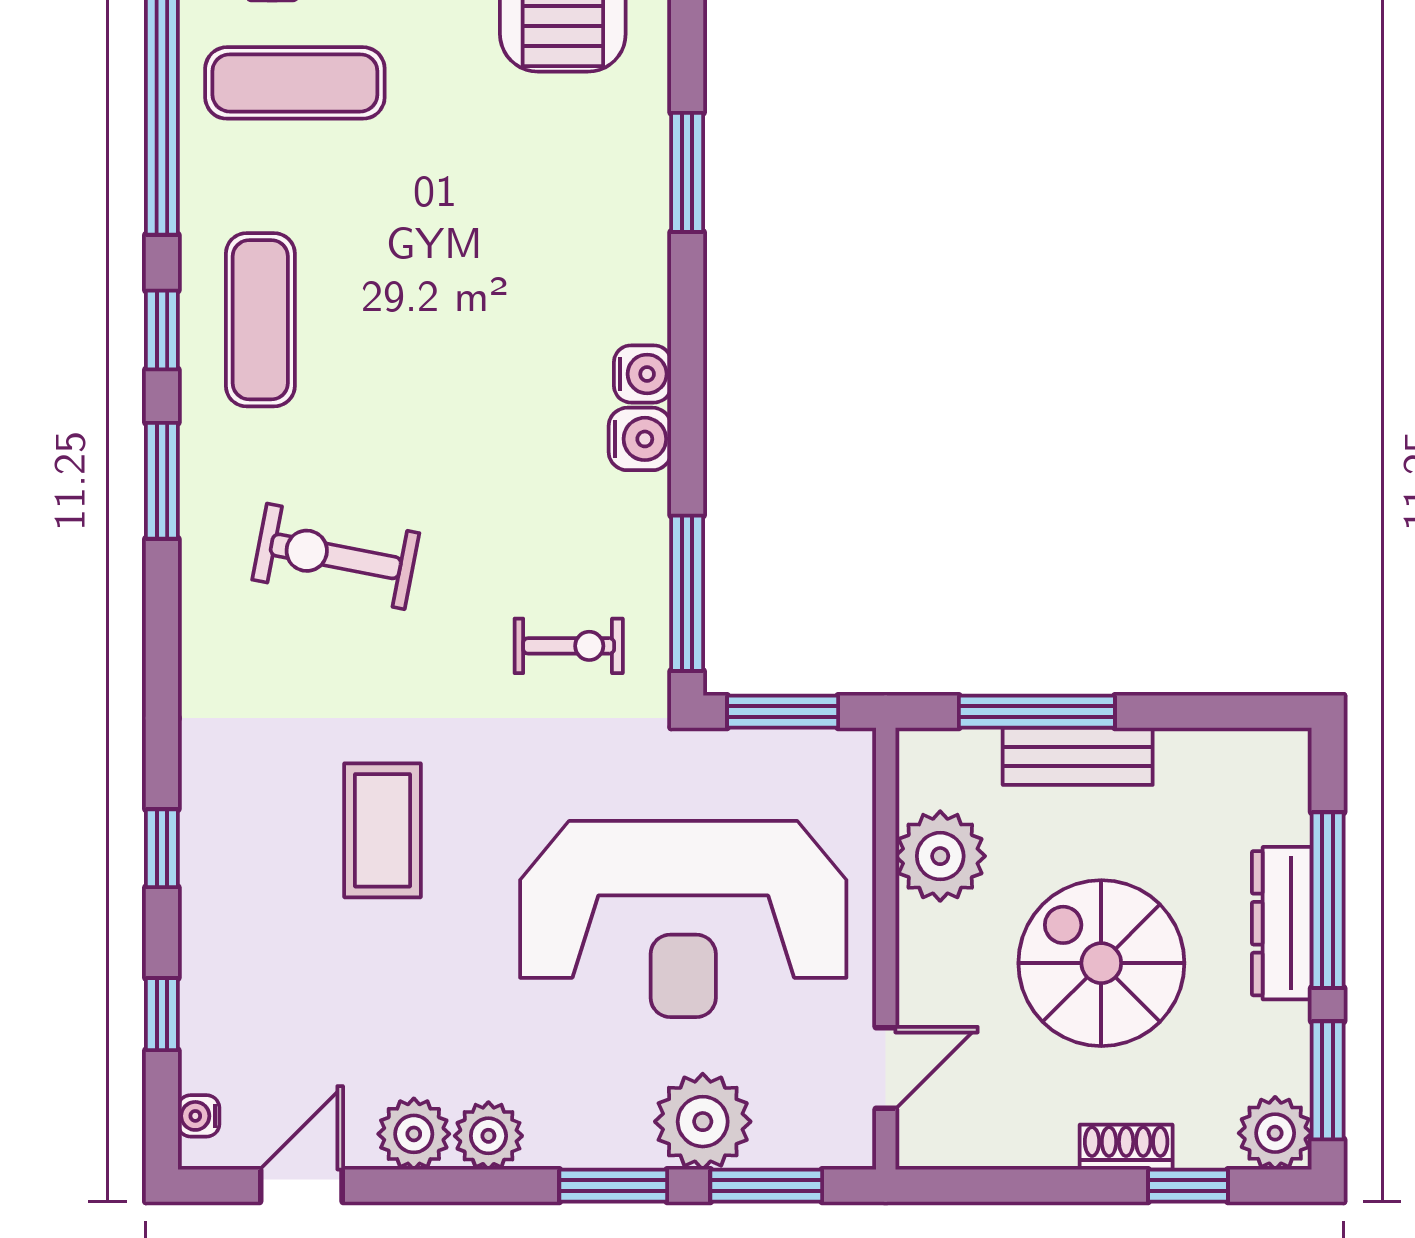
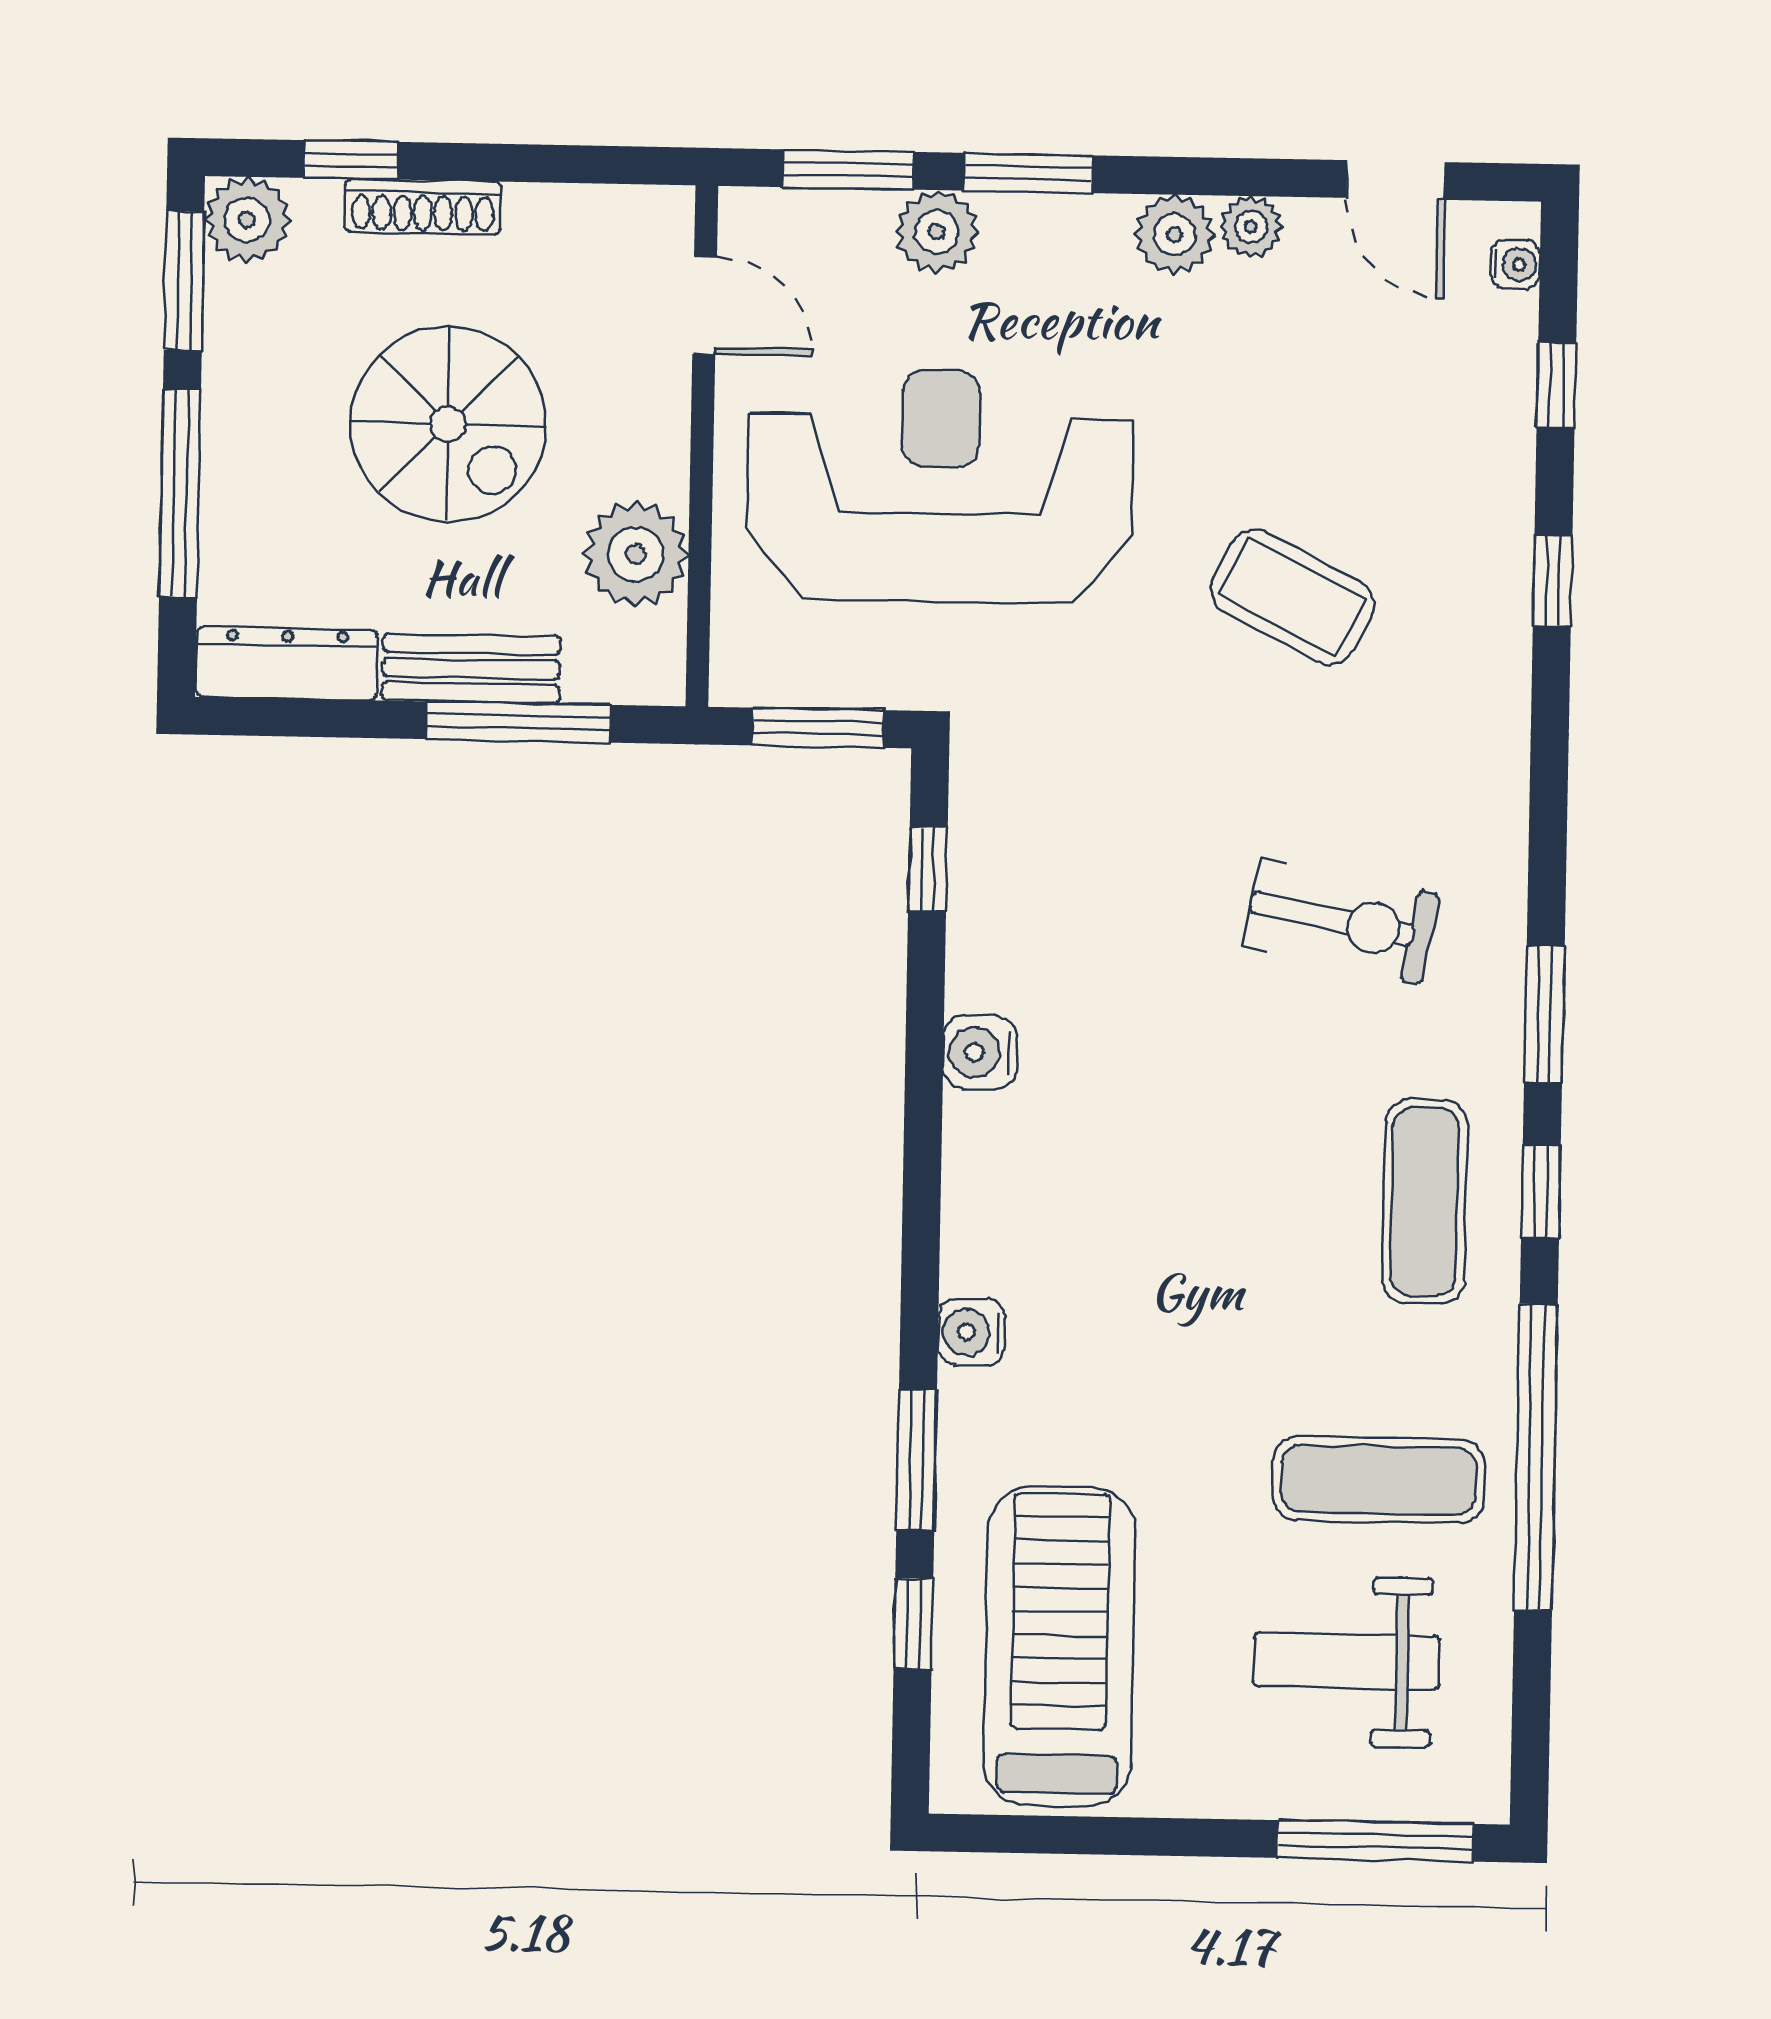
window: (687, 172) -> (917, 1460), moved
water cooler: (642, 374) -> (972, 1332), moved
window: (687, 593) -> (928, 870), width x0.46
exercise bike: (569, 646) -> (1069, 810), removed
coffee table: (383, 830) -> (1292, 597), turned -63
dresser: (1282, 923) -> (287, 663), moved, turned -90
door: (886, 1068) -> (705, 305), swing flipped
plant: (703, 1122) -> (937, 232), width x0.73, depth x0.73
plant: (414, 1134) -> (1251, 227), width x0.73, depth x0.73
shoe rack: (1126, 1147) -> (423, 207), width x1.43
door: (301, 1186) -> (1396, 180), hinge flipped

